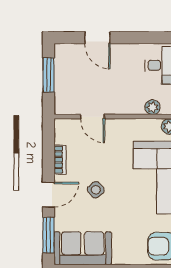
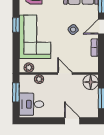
floor lamp: (67, 102) -> (91, 82), added
door: (93, 117) -> (65, 73), moved

